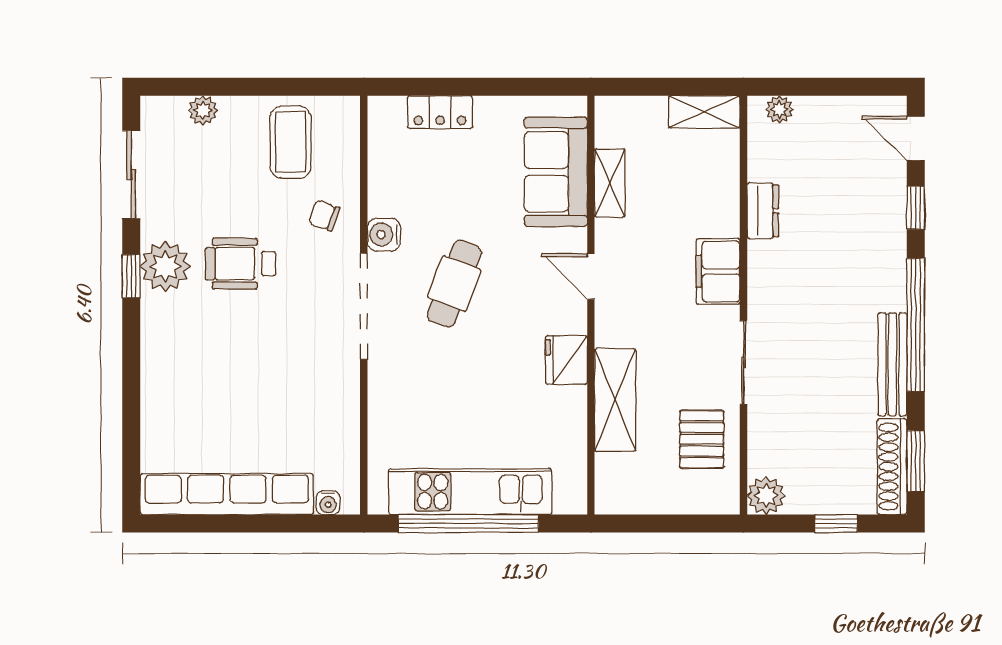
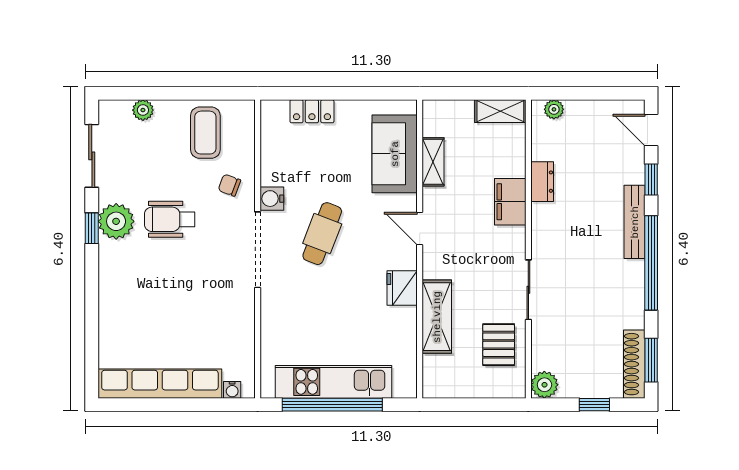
filing cabinet: (718, 271) -> (510, 202), moved
bench: (892, 364) -> (635, 222), moved

